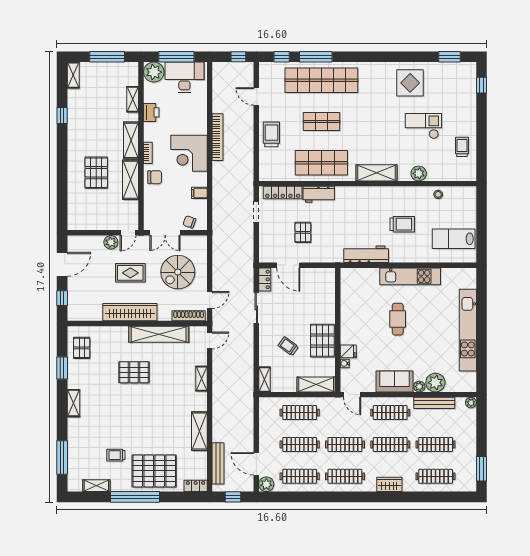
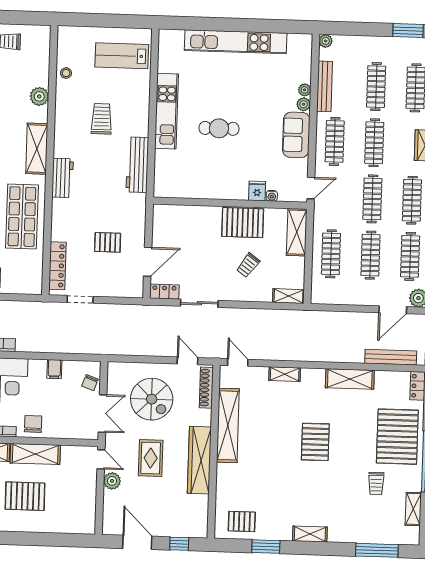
workbench: (319, 194) -> (62, 178), moved
lab bench: (454, 239) -> (122, 56), turned 90
pallet: (134, 372) -> (315, 442), moved
plant: (435, 383) -> (305, 90), width x0.53, depth x0.53

